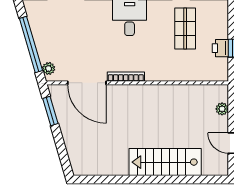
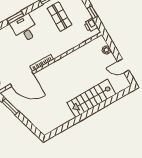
printer: (220, 48) -> (91, 25), moved

